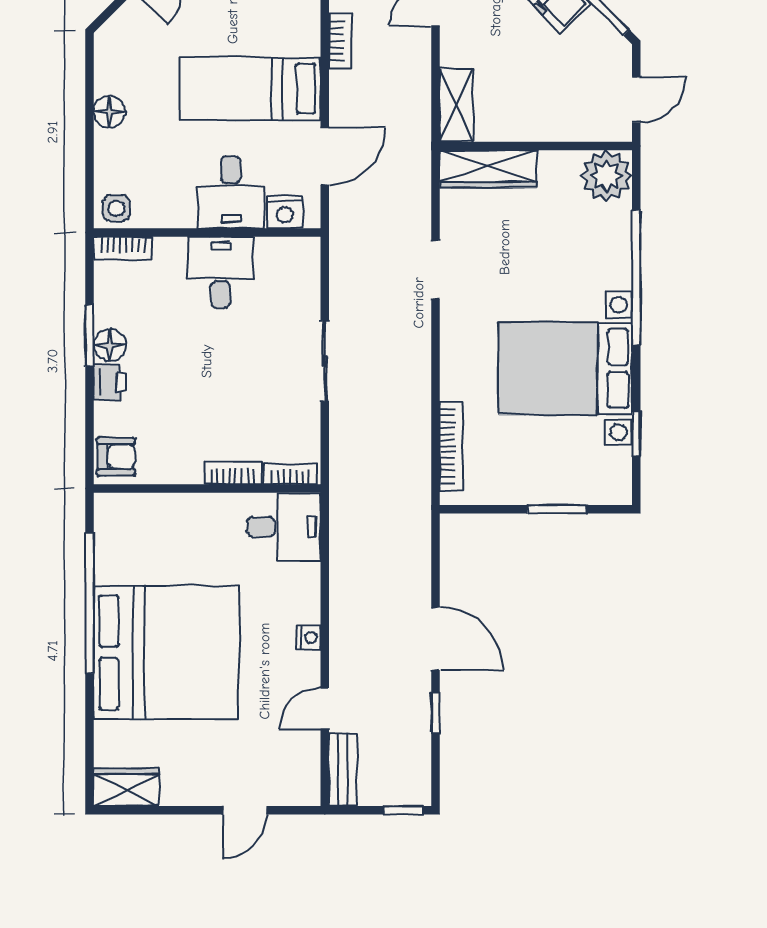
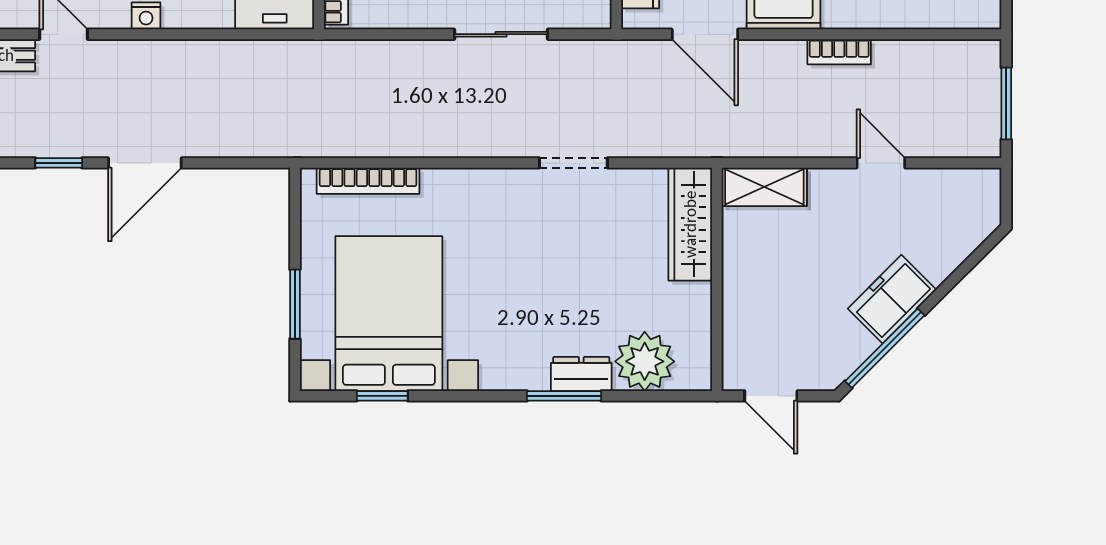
plant: (606, 176) -> (645, 361), moved
dresser: (617, 263) -> (581, 374), added
window: (636, 278) -> (564, 396), width x0.47
sliding door: (325, 361) -> (501, 34), moved
bed with nightstands: (565, 368) -> (389, 314), moved

